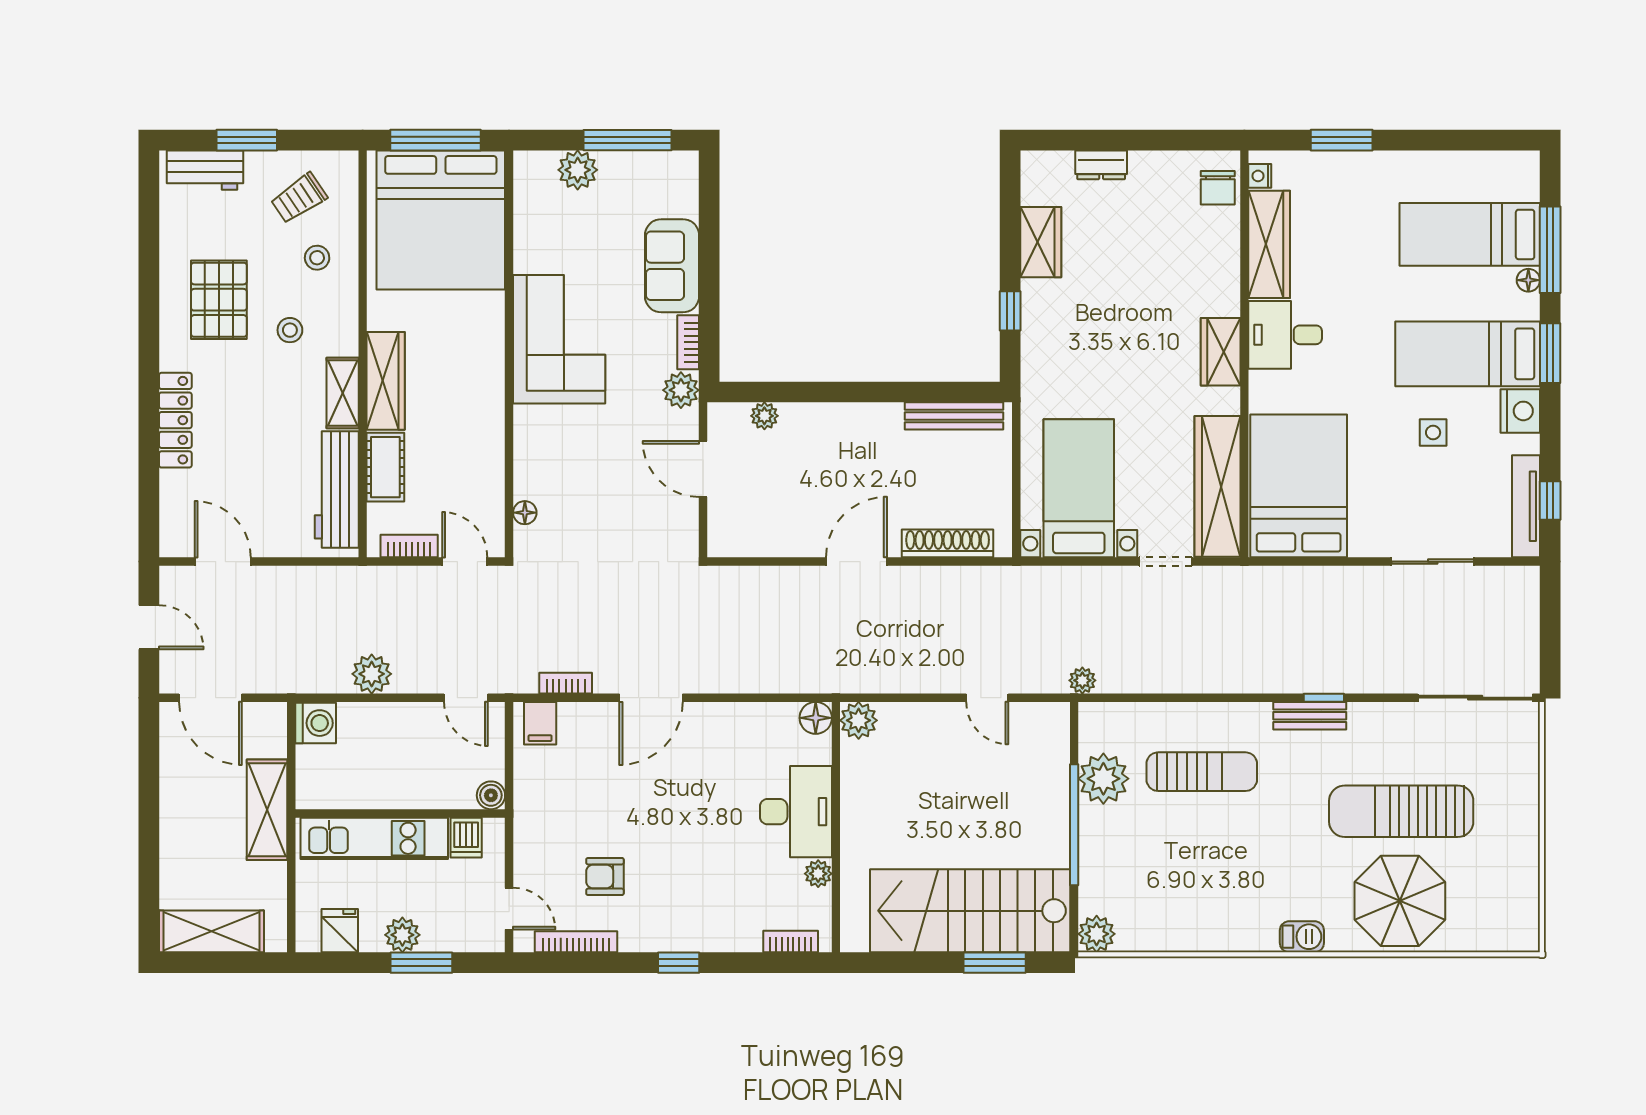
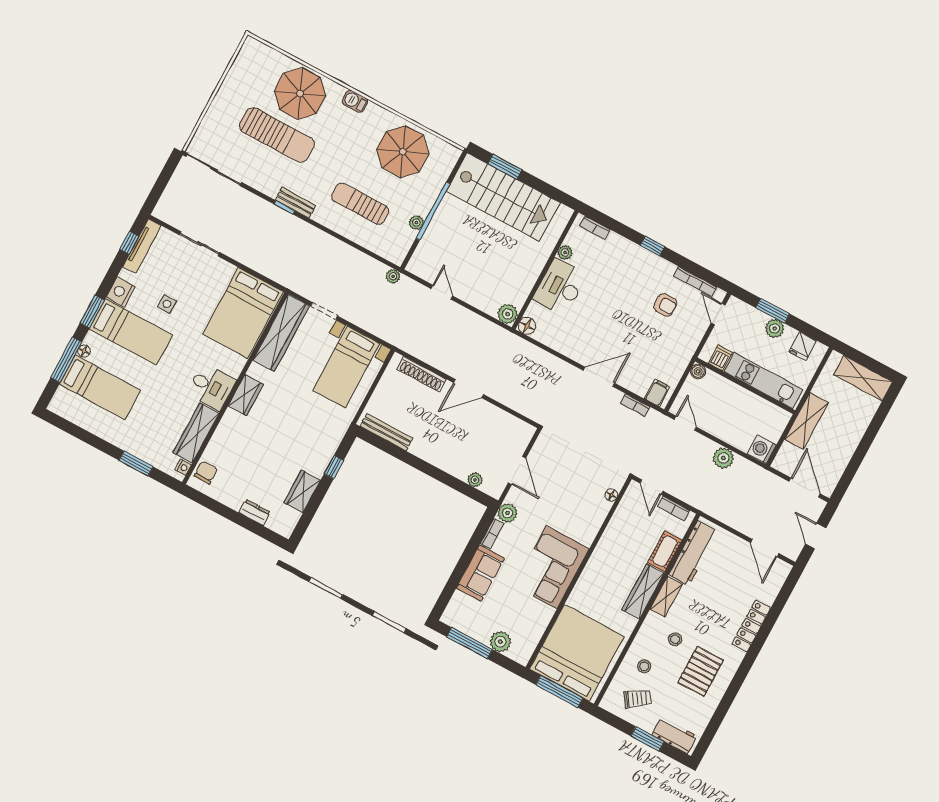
plant: (1103, 779) -> (416, 223), width x0.53, depth x0.53
parasol: (1178, 896) -> (403, 152), added
plant: (1097, 934) -> (450, 154), removed

